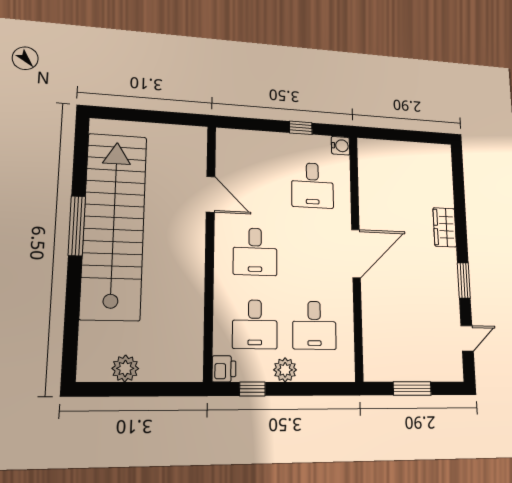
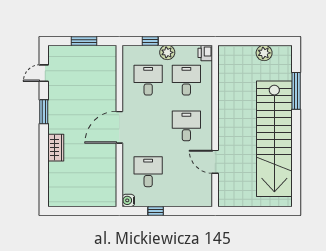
window: (77, 226) -> (296, 91), moved
window: (252, 389) -> (150, 41), moved

